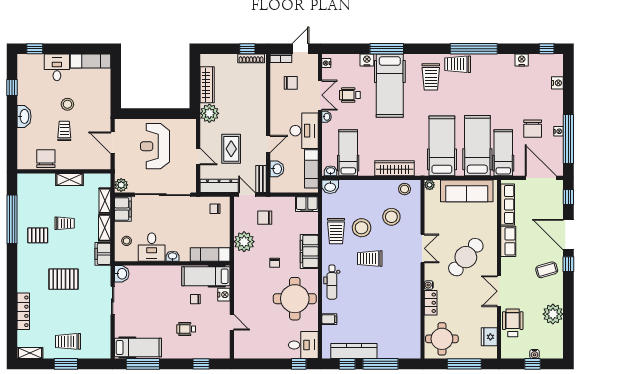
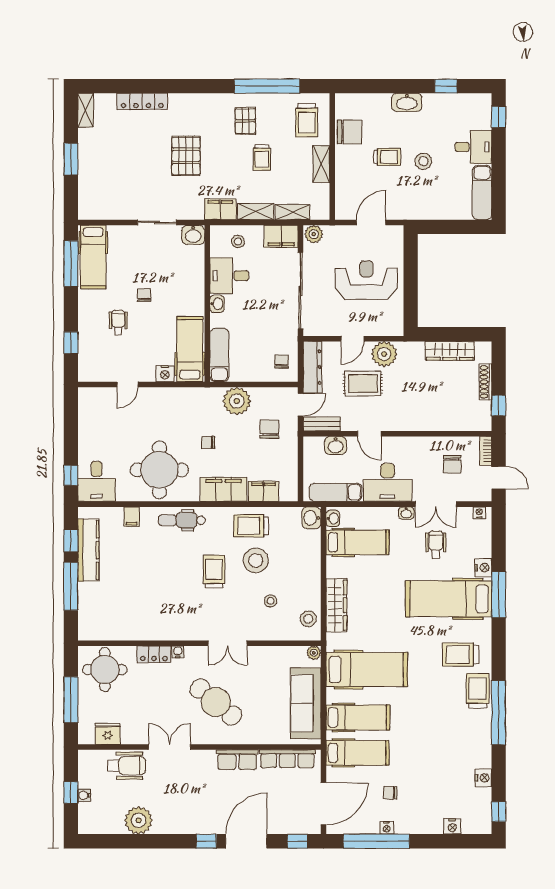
shoe rack: (251, 58) -> (485, 382), moved
plant: (209, 113) -> (384, 354), moved
chair: (533, 129) -> (390, 793), width x0.54, depth x0.54
hospital bed: (477, 146) -> (358, 718), width x0.73, depth x0.77
filing cabinet: (307, 204) -> (263, 491), moved, turned 90
stool: (391, 217) -> (271, 601), width x0.53, depth x0.53
coffee table: (547, 270) -> (199, 812), removed
chair: (195, 299) -> (144, 295), moved
trolley: (68, 341) -> (307, 120), moved, turned 180

